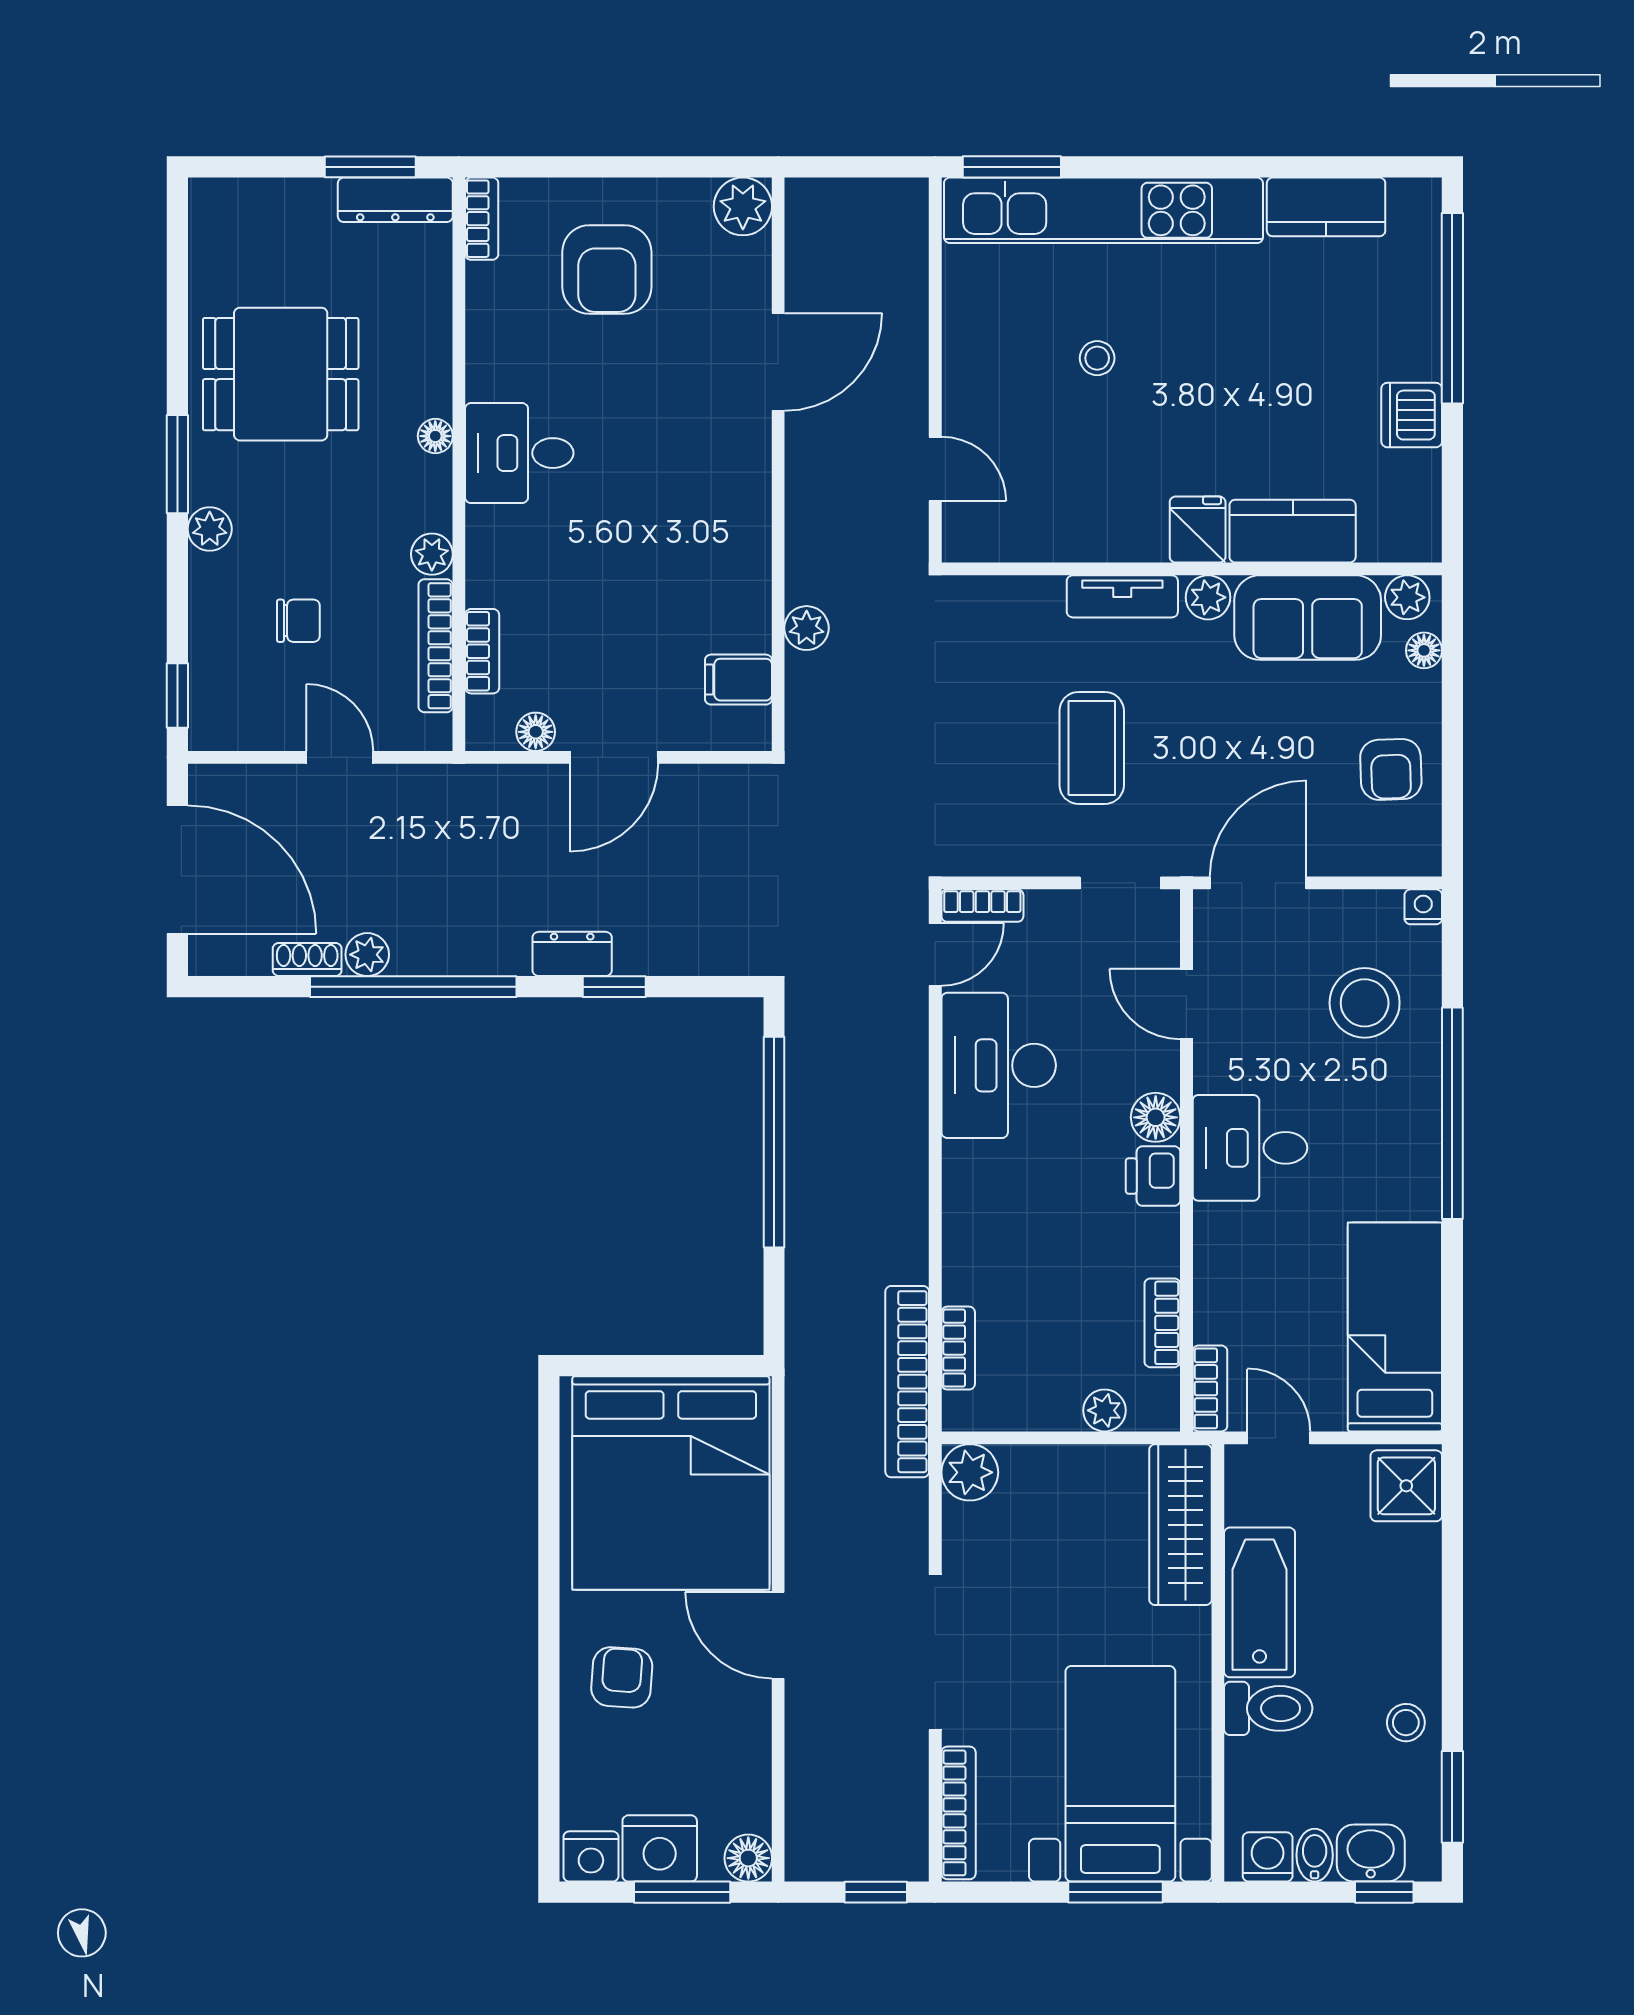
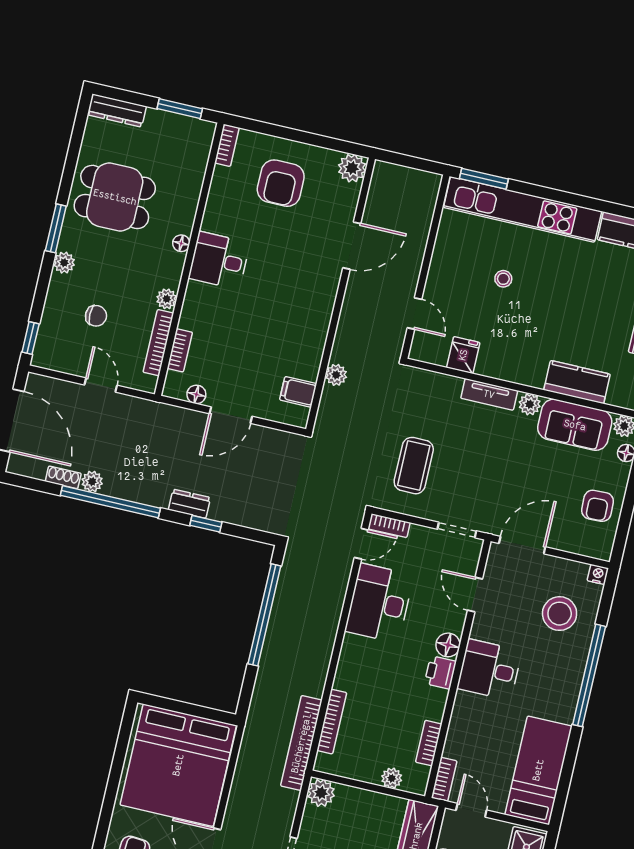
dresser: (395, 200) -> (117, 110), moved
fridge: (1198, 530) -> (463, 355), moved
coffee table: (1092, 748) -> (414, 466), moved
bookcase: (958, 1348) -> (332, 722), width x1.56

